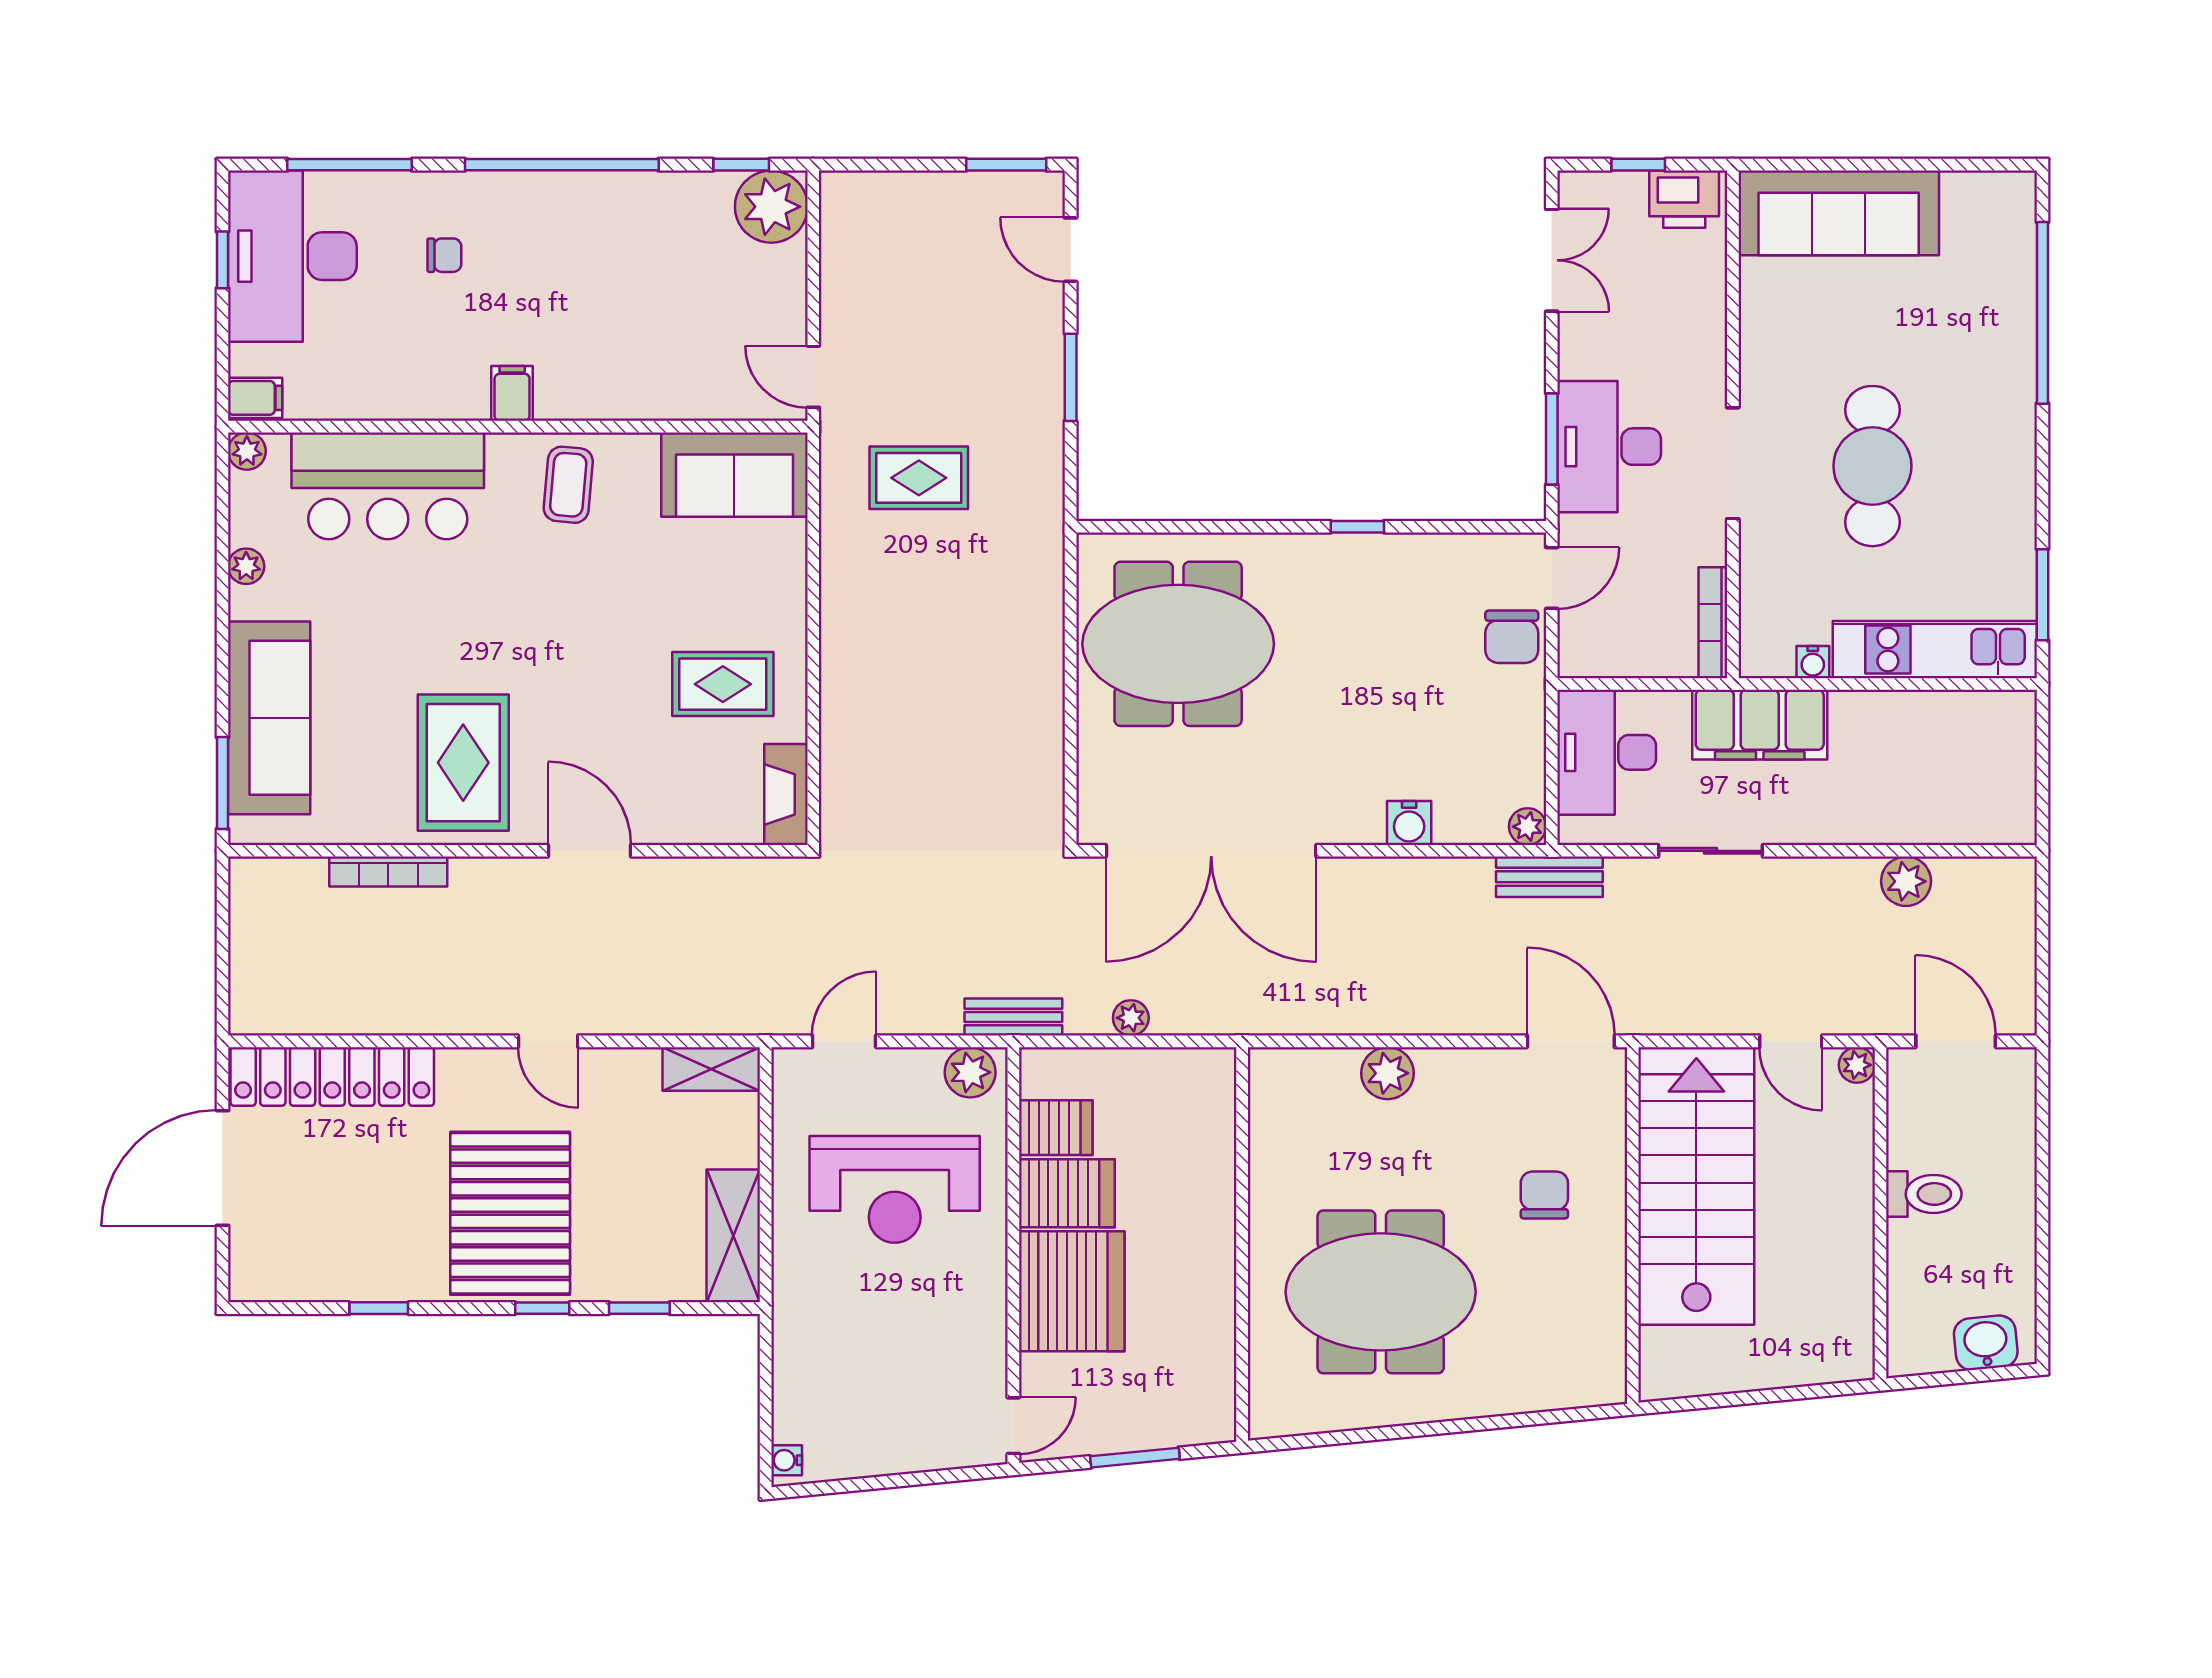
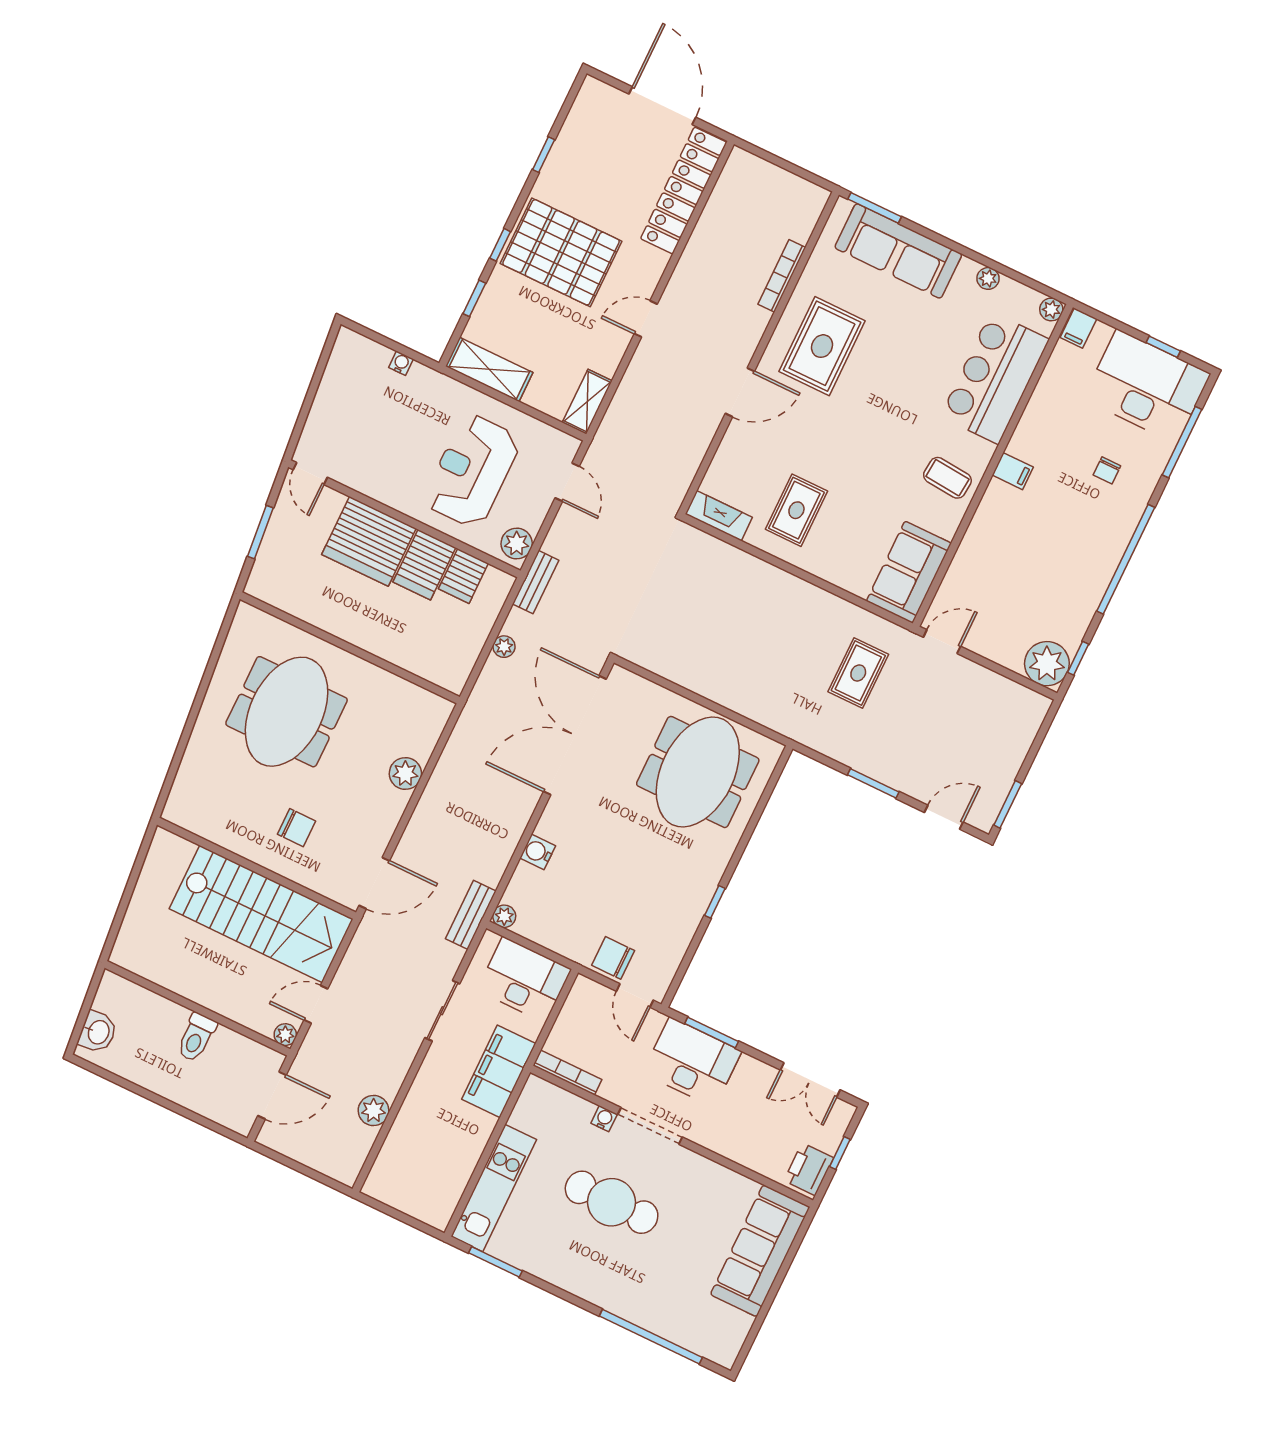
water cooler: (1813, 662) -> (604, 1119), moved, turned 90
rug: (463, 763) -> (822, 346), turned 90
water cooler: (787, 1460) -> (401, 363), moved

